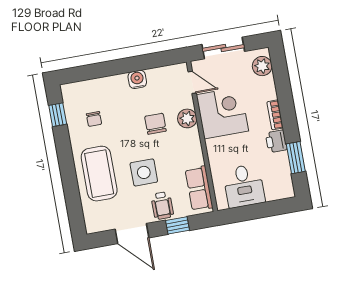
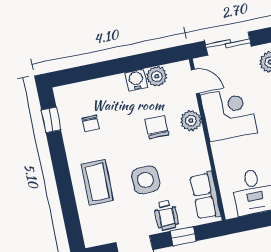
plant: (157, 77) -> (157, 76), added
coffee table: (99, 174) -> (97, 182), width x0.73, depth x0.76

